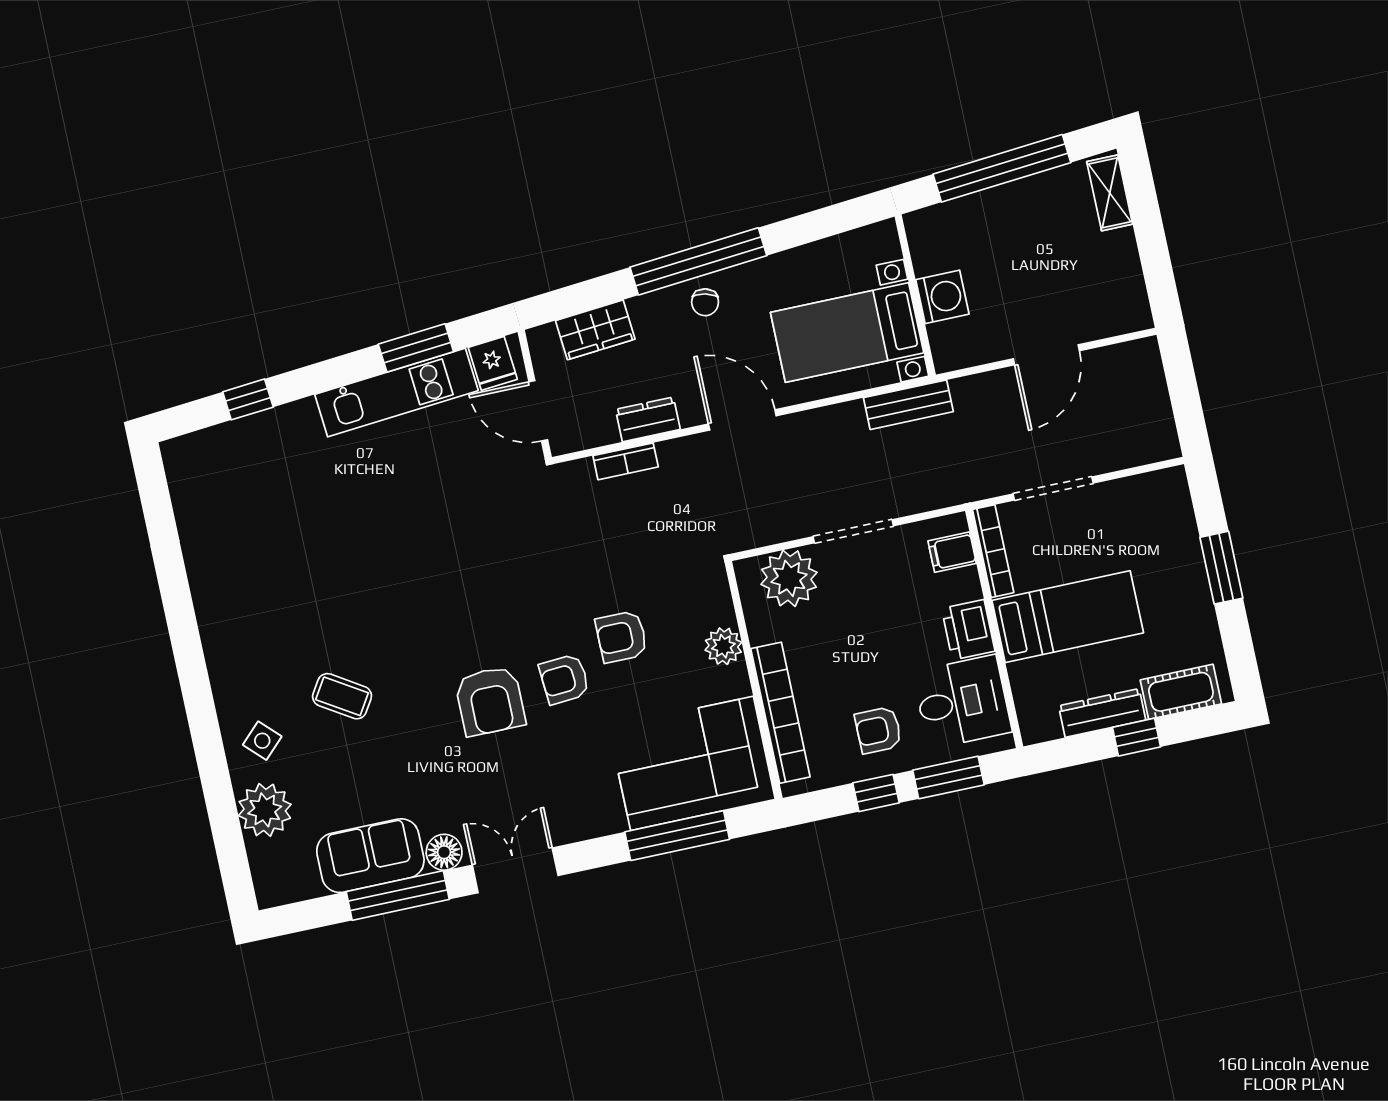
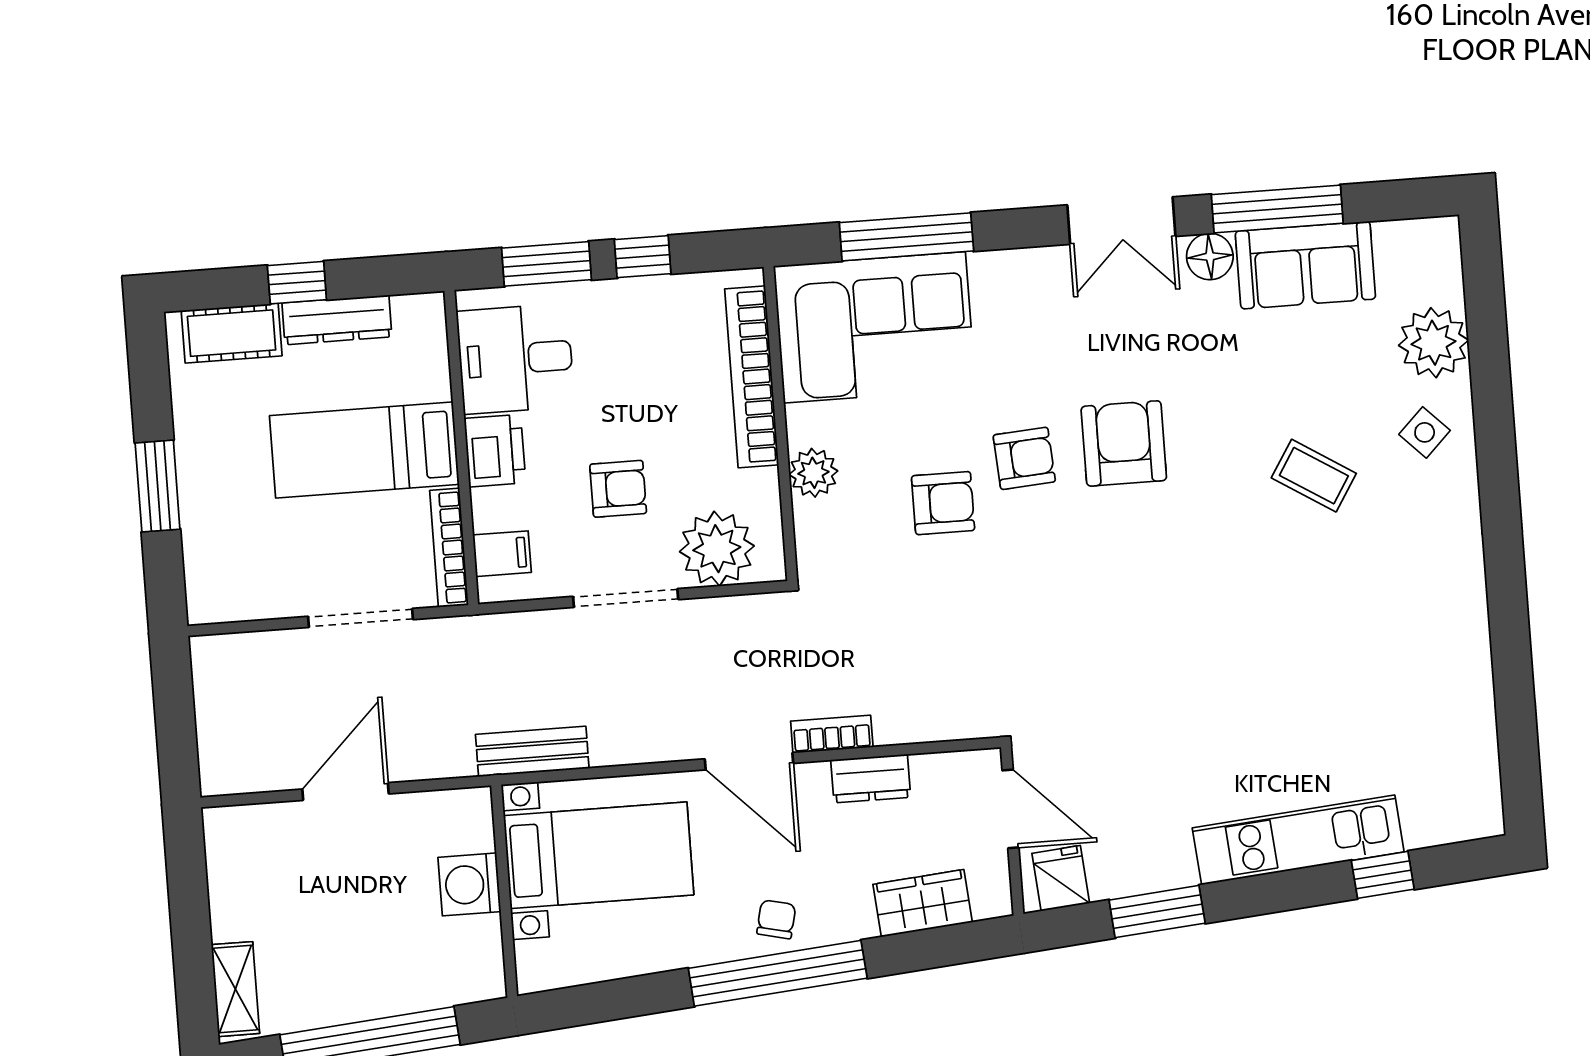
kitchen unit: (396, 393) -> (1298, 840), moved
bookcase: (626, 461) -> (832, 734), moved
armchair: (878, 730) -> (618, 489), moved

